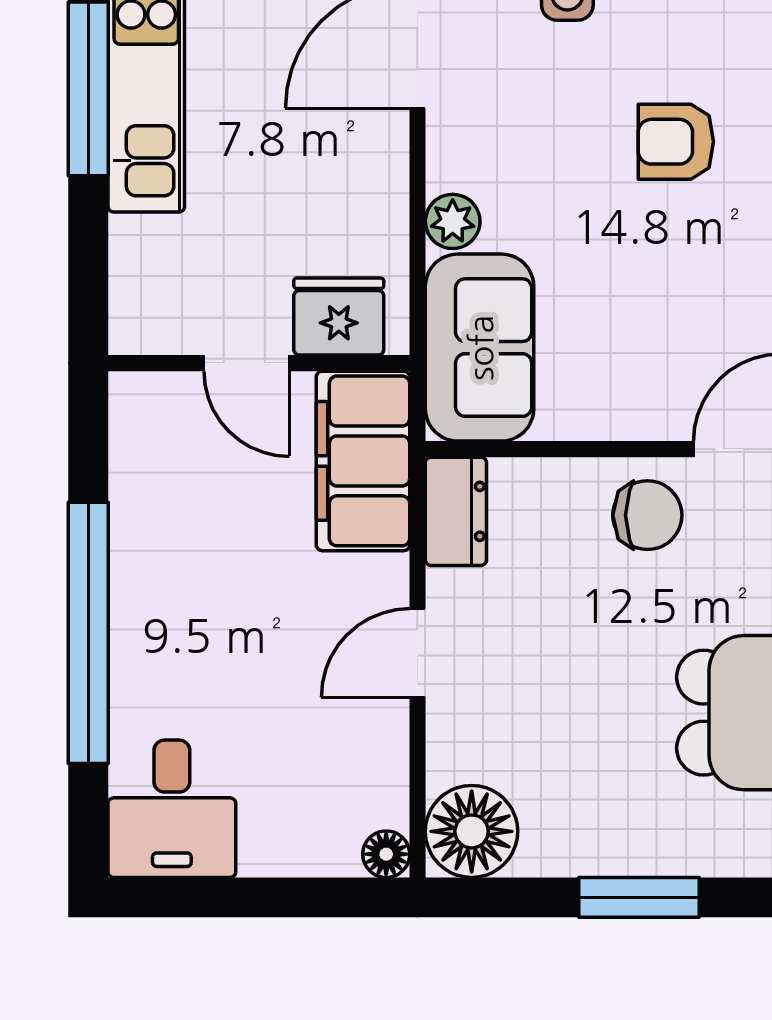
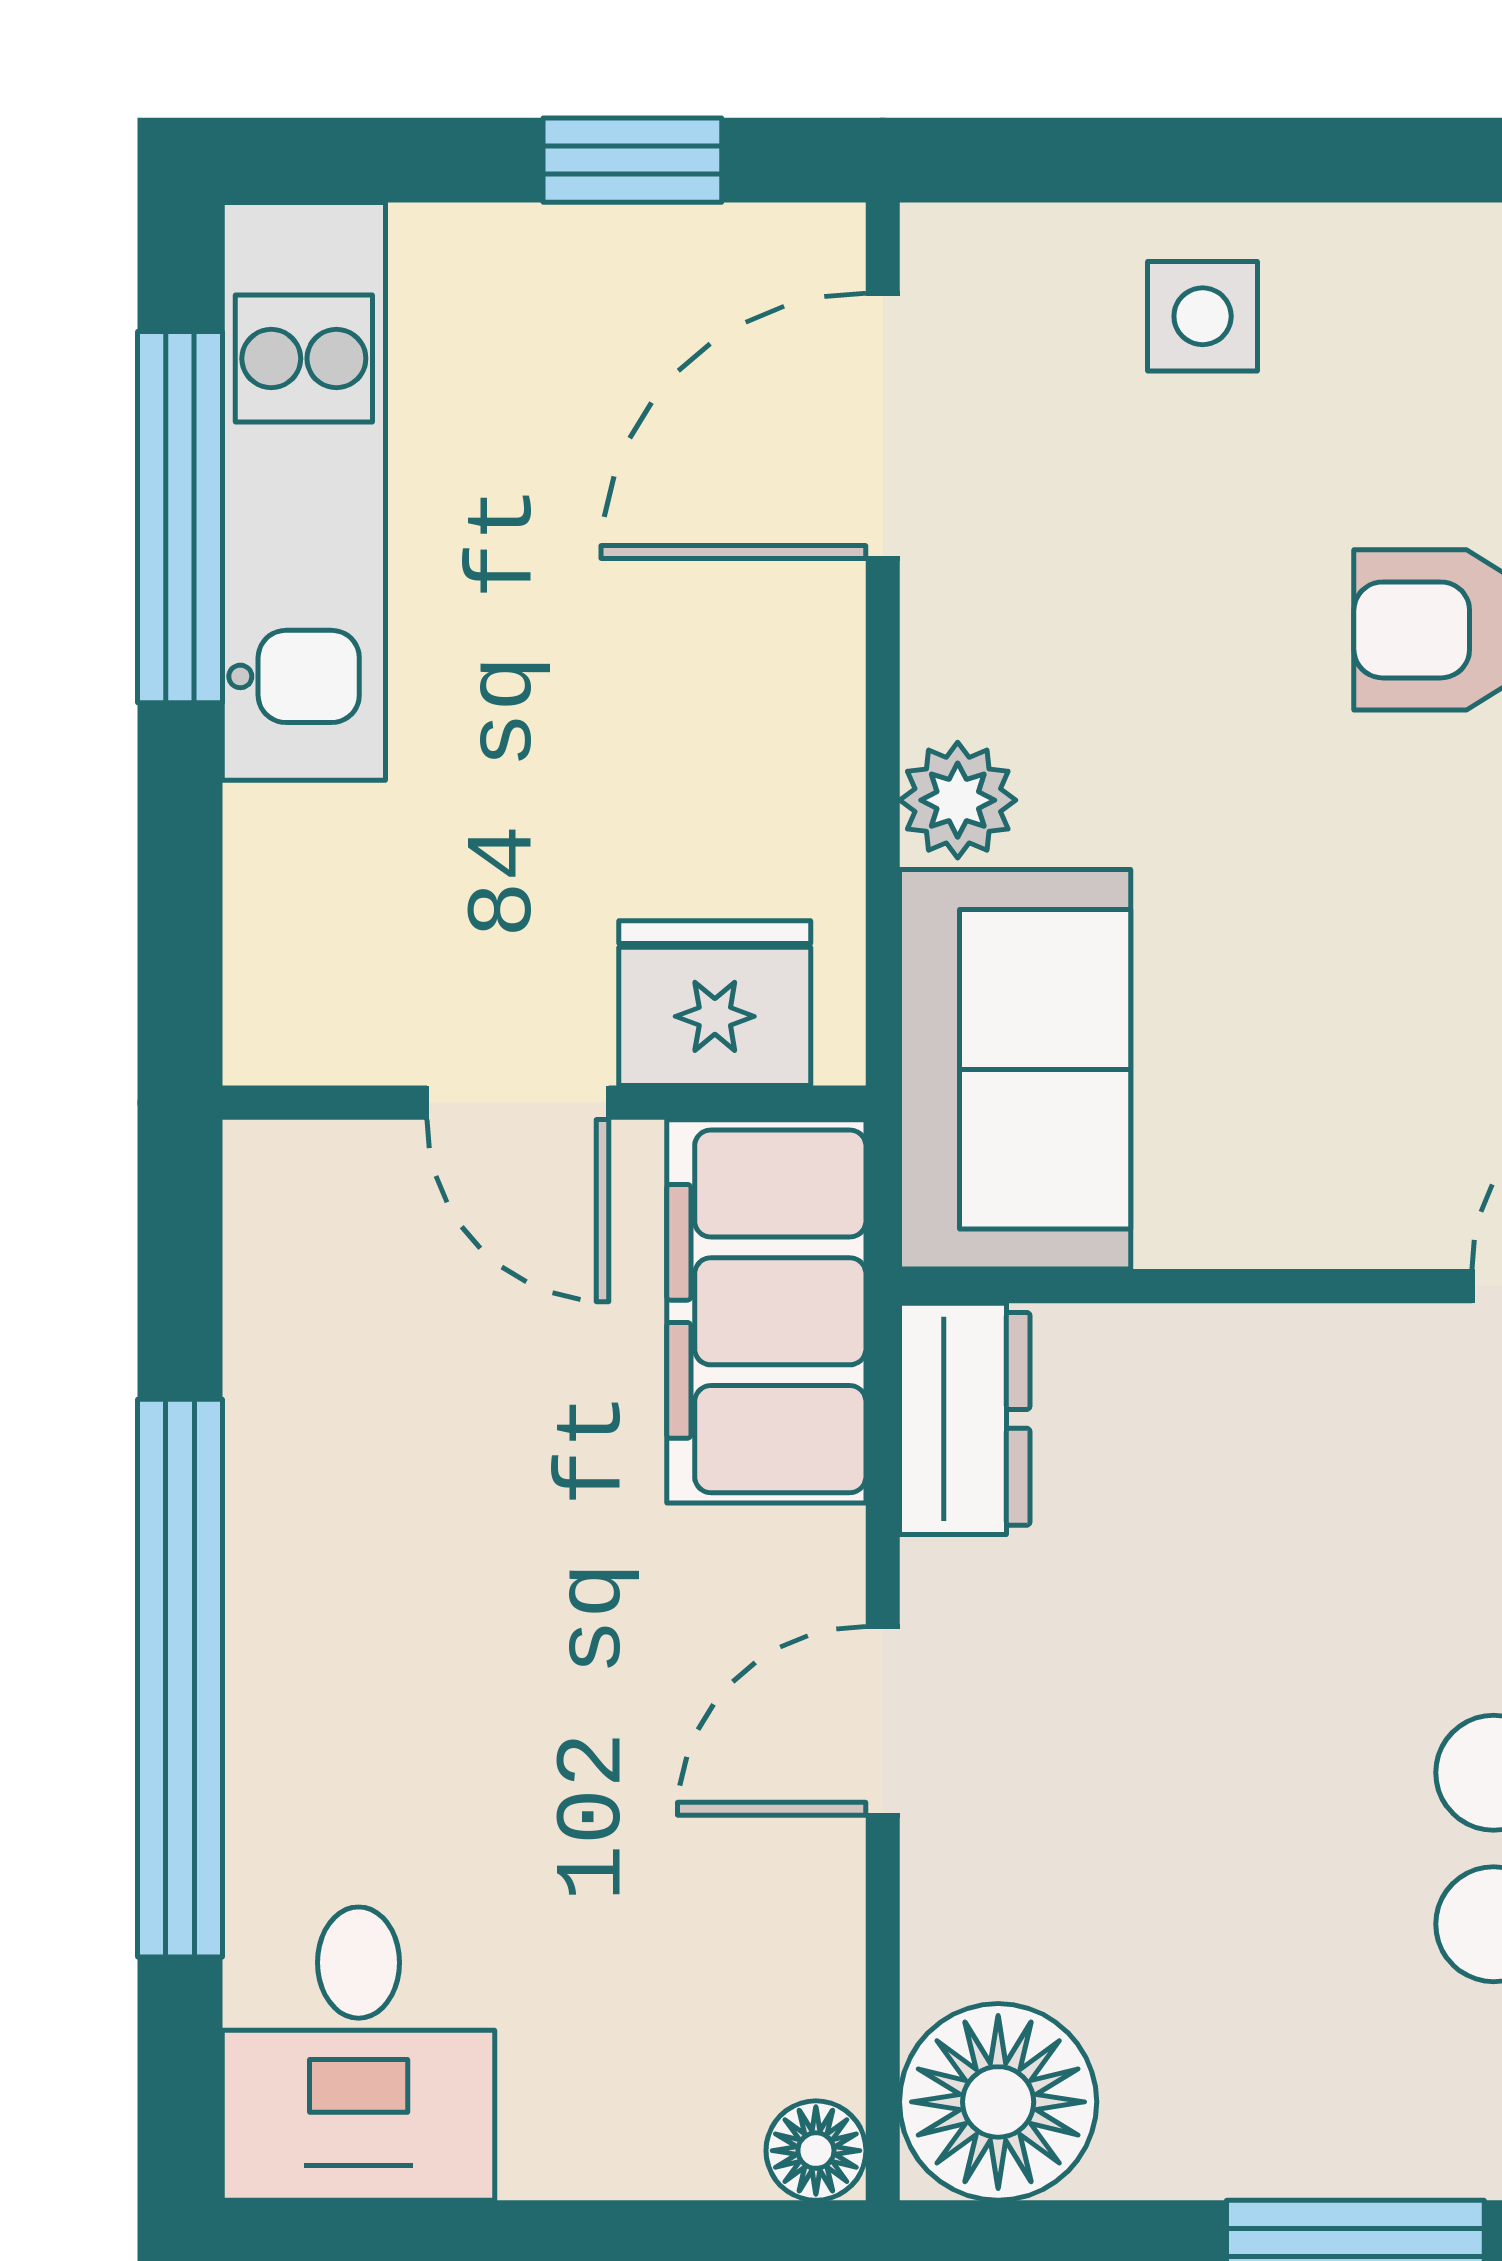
chair: (647, 515) -> (1373, 1427), removed

